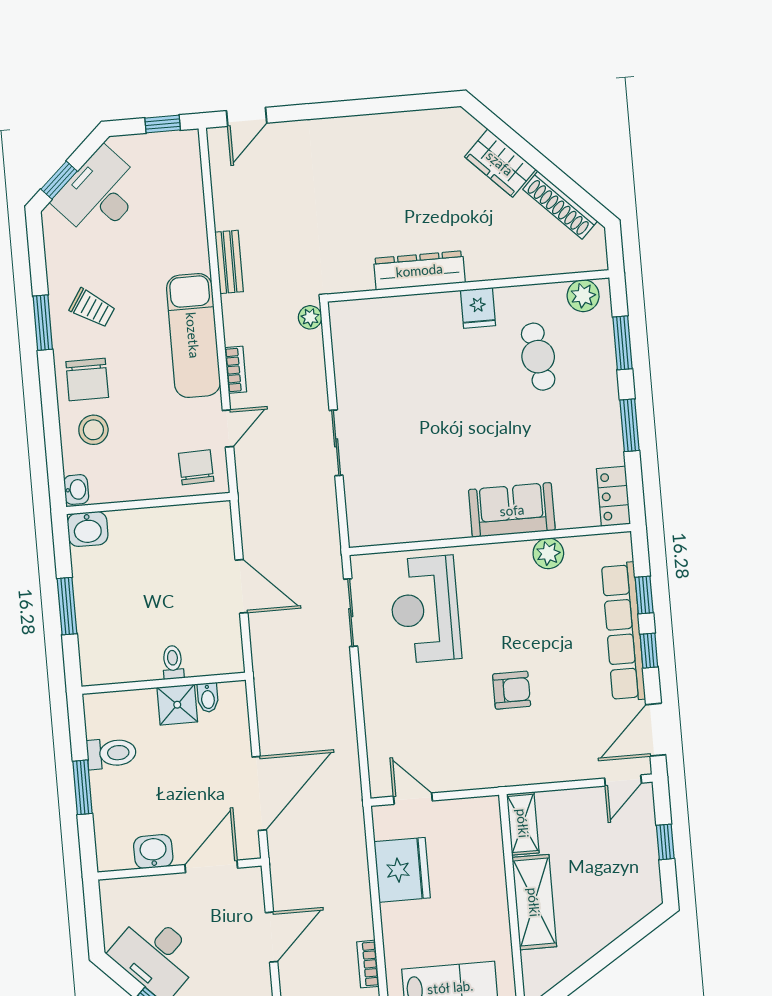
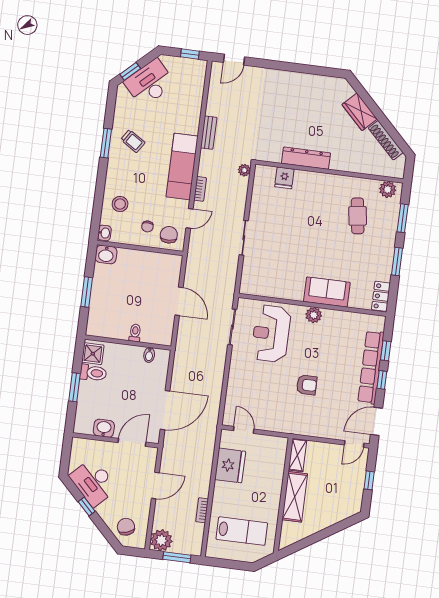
fridge: (478, 308) -> (284, 178), moved
chair: (87, 379) -> (147, 226), moved, width x0.54, depth x0.54
plant: (548, 553) -> (314, 315), moved
shower: (177, 705) -> (93, 354), moved

